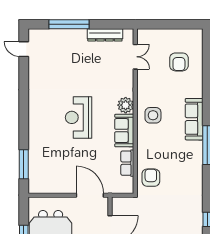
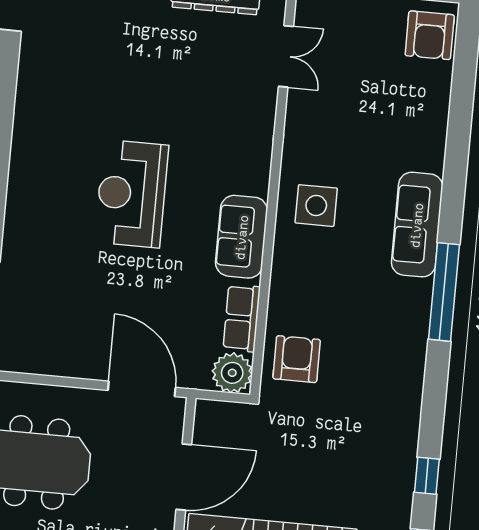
armchair: (179, 62) -> (430, 35), moved
plant: (126, 105) -> (232, 373), moved

